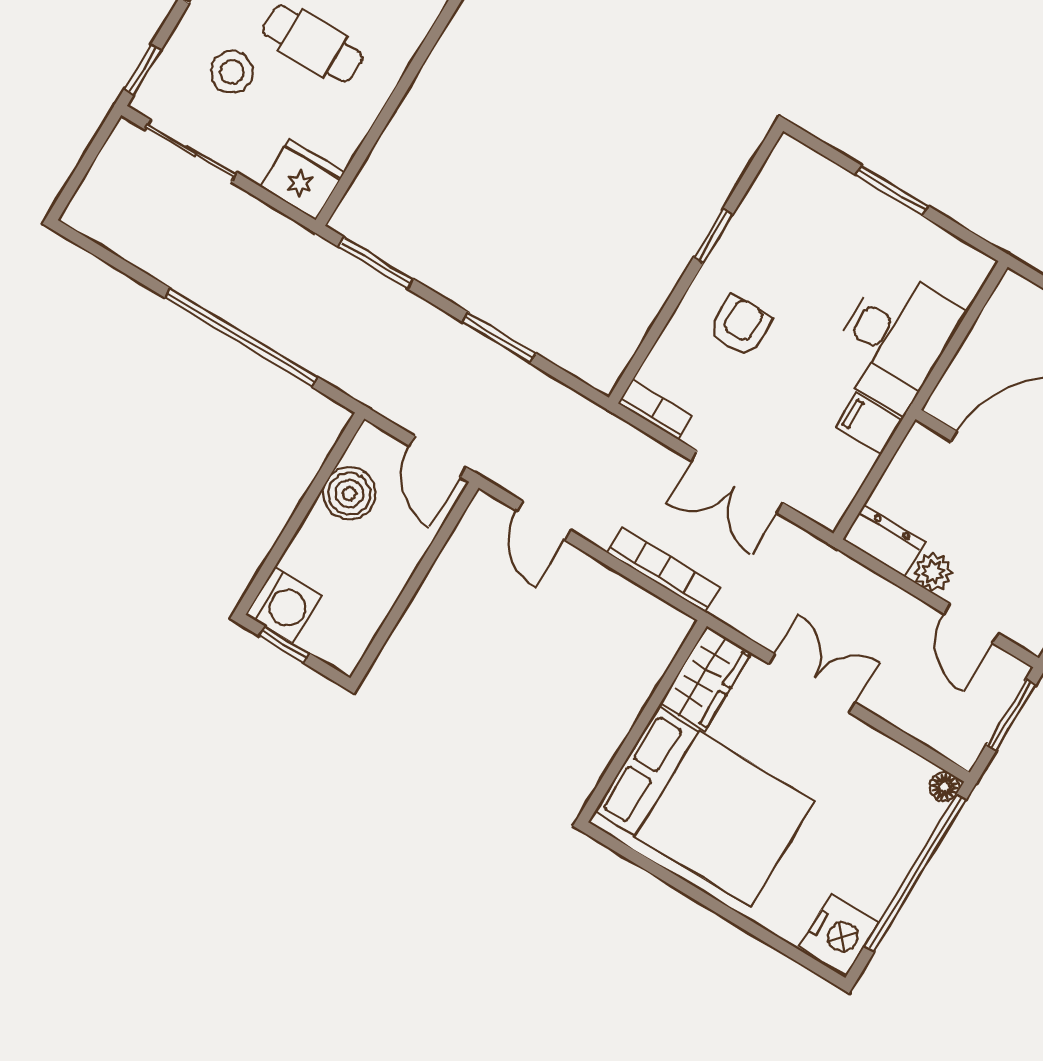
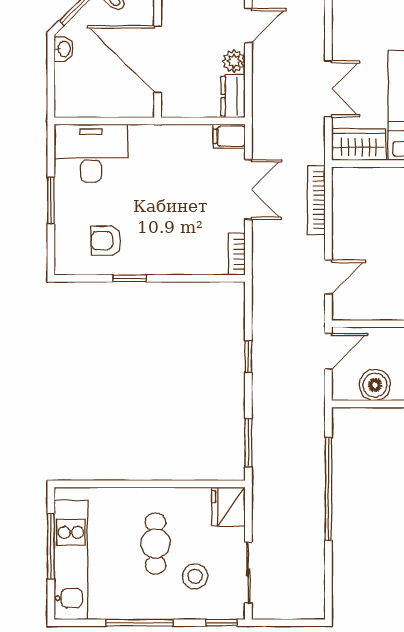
armchair: (740, 326) -> (106, 241), moved
window: (499, 338) -> (248, 357), width x0.67
desk: (895, 340) -> (91, 153), moved
filing cabinet: (869, 424) -> (229, 136), moved, turned 90
double door: (812, 683) -> (328, 89), swing flipped

